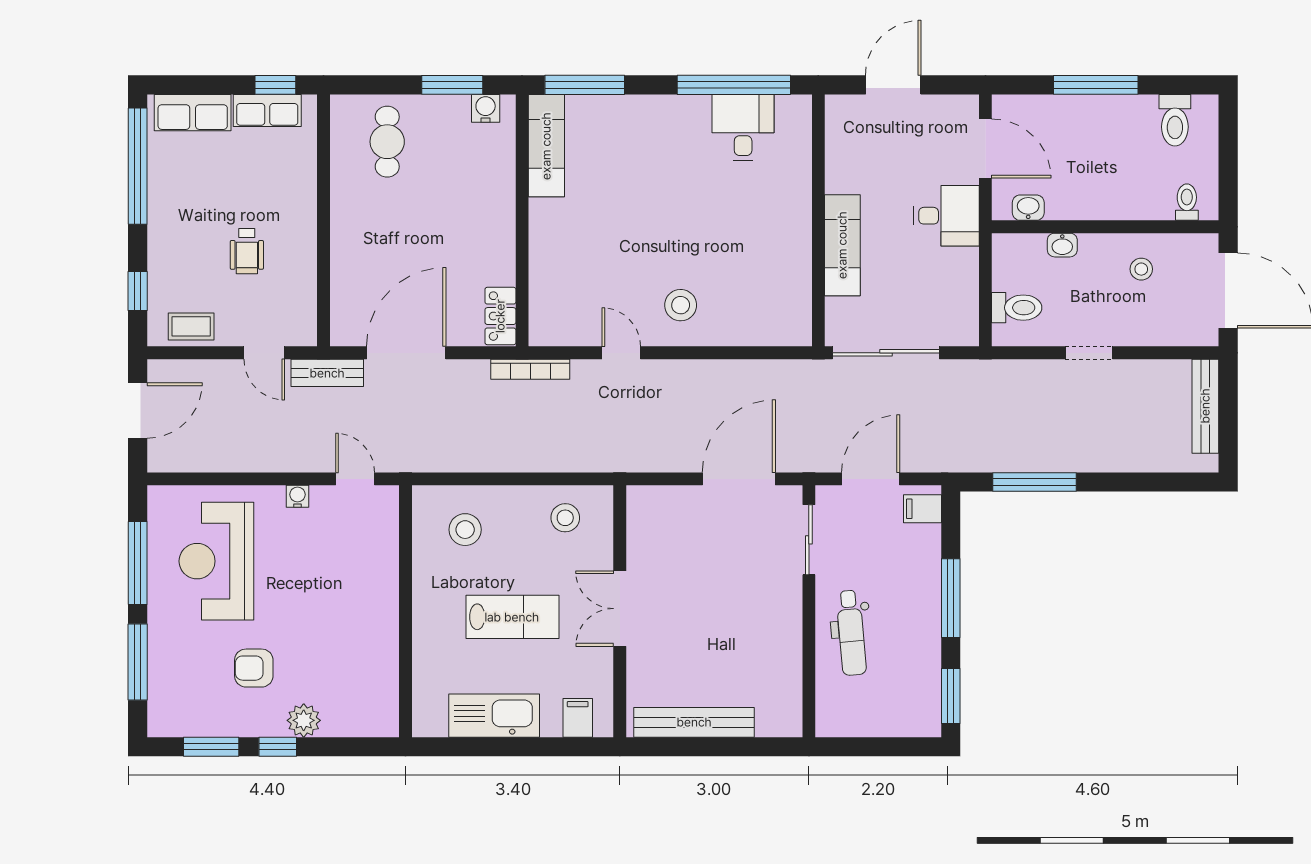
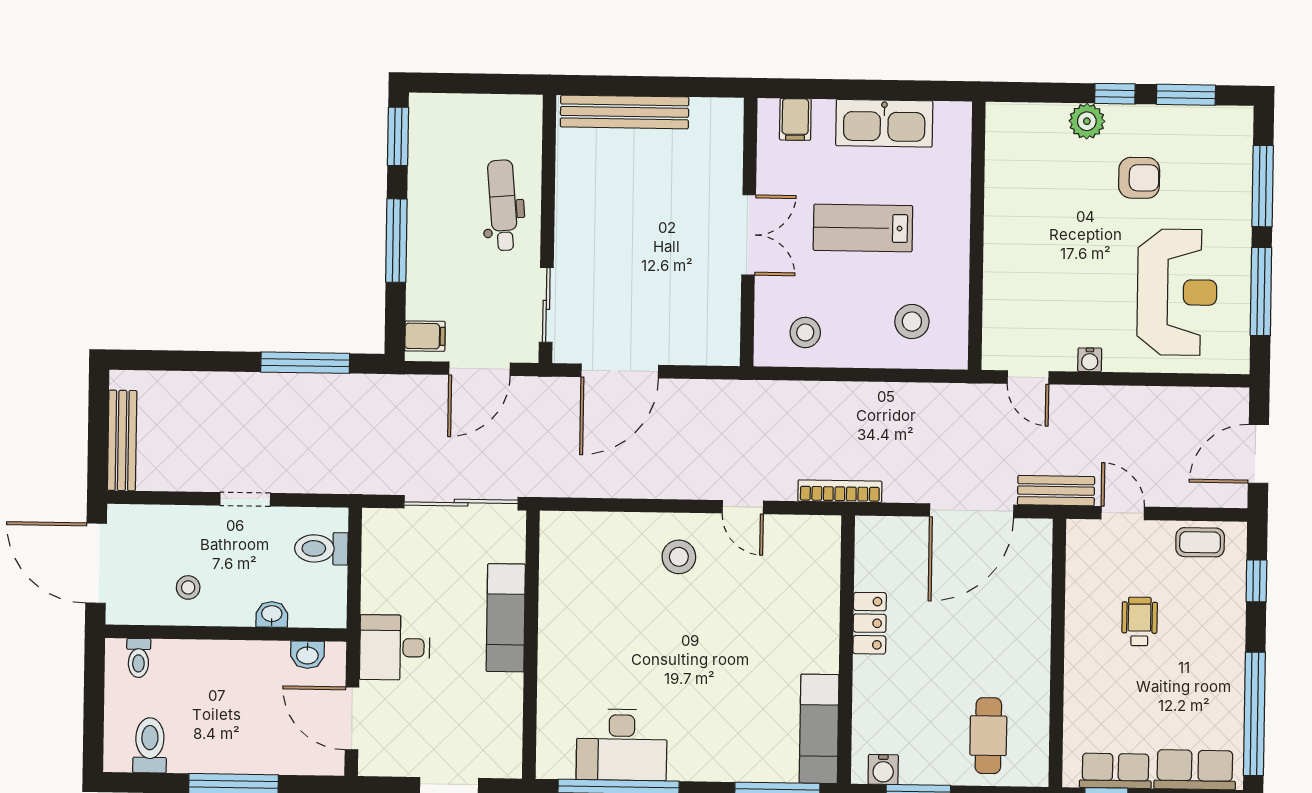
desk: (743, 128) -> (622, 745), width x1.37
locker: (500, 316) -> (870, 623), moved
bench: (694, 722) -> (625, 112), moved

